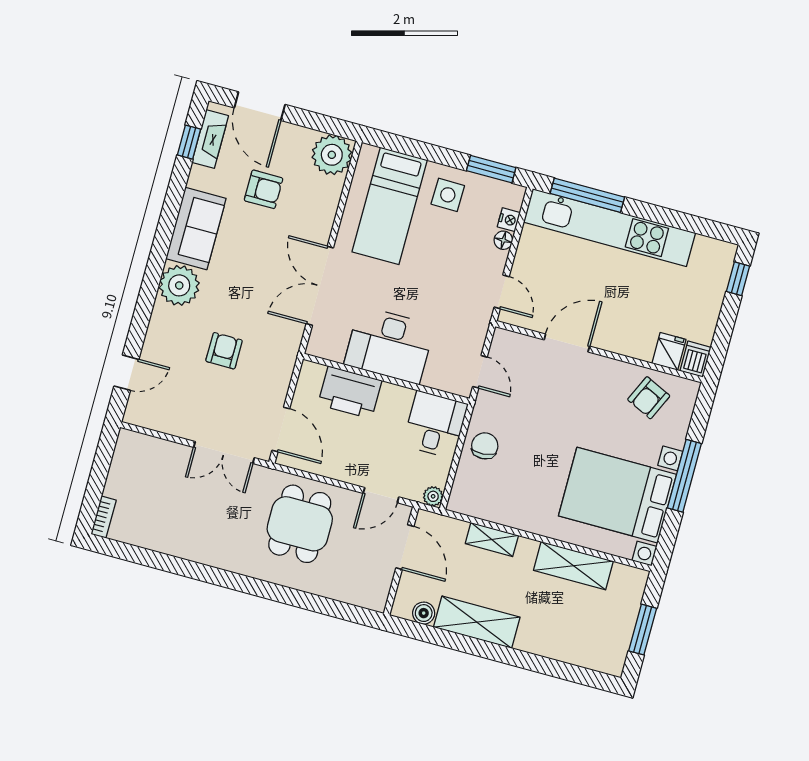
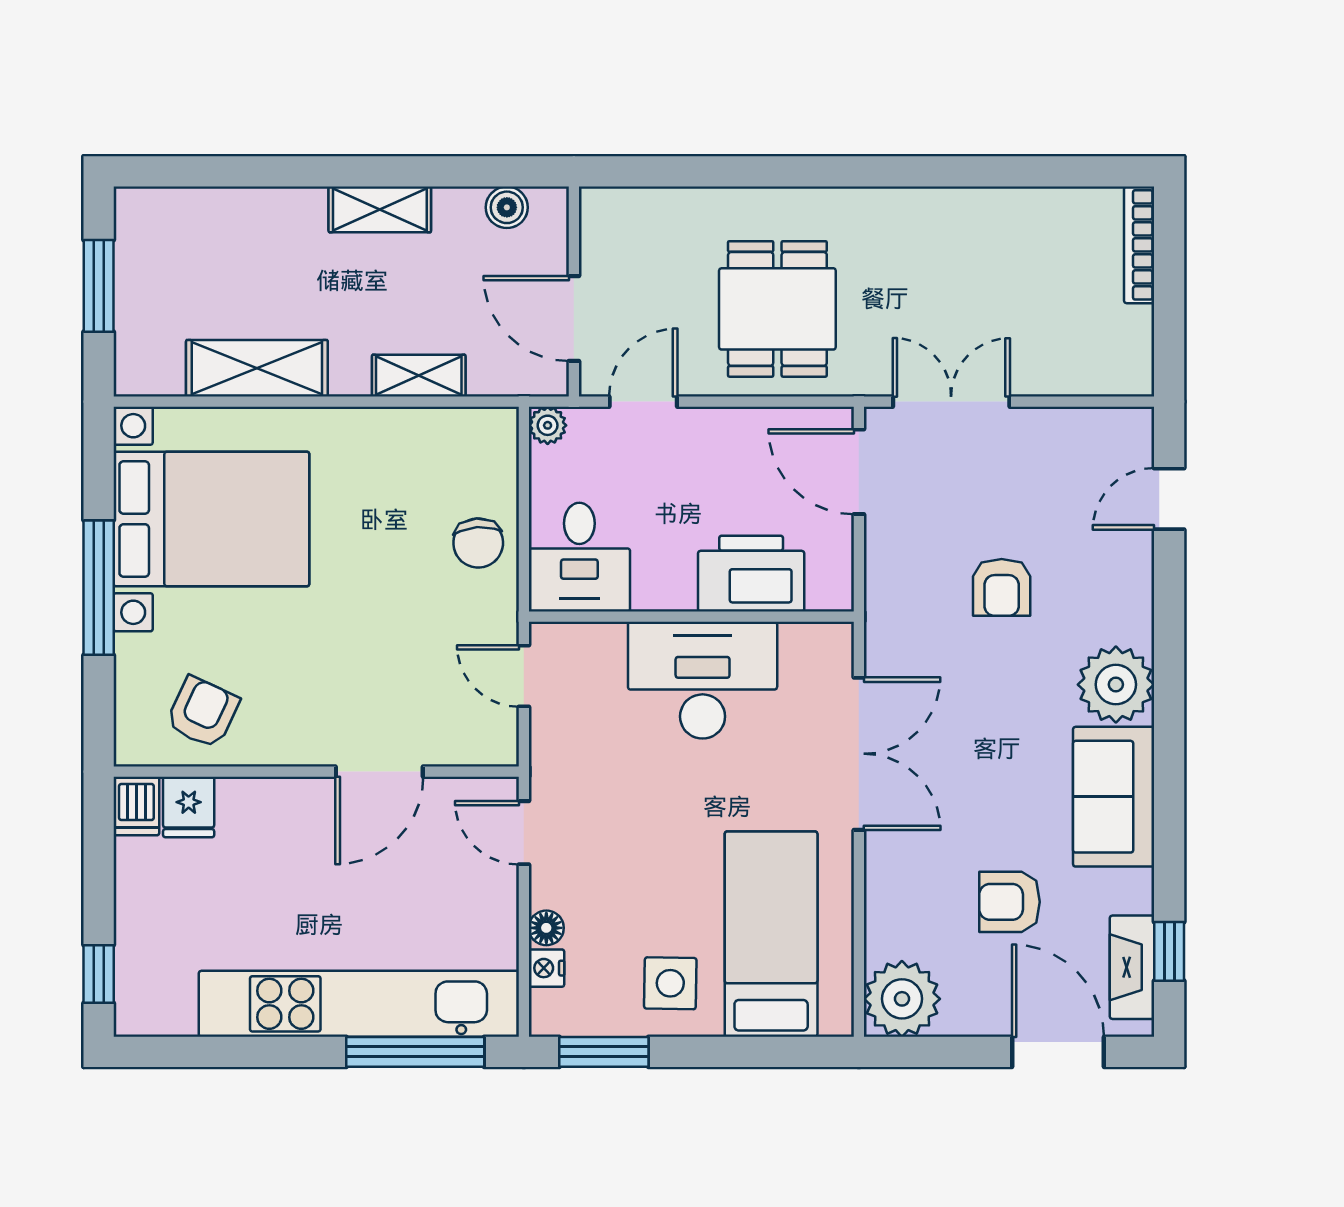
bookcase: (104, 517) -> (1139, 245), width x1.56
shelving: (477, 622) -> (380, 209), width x0.67, depth x0.75

